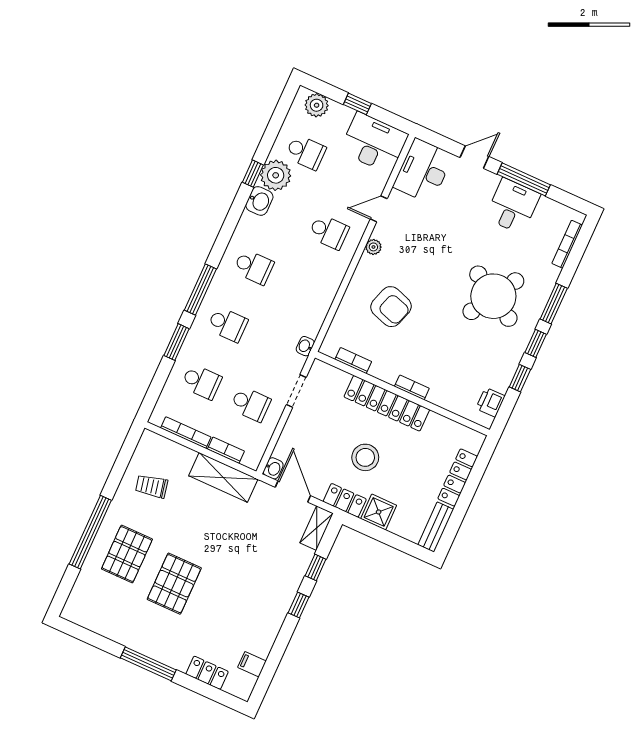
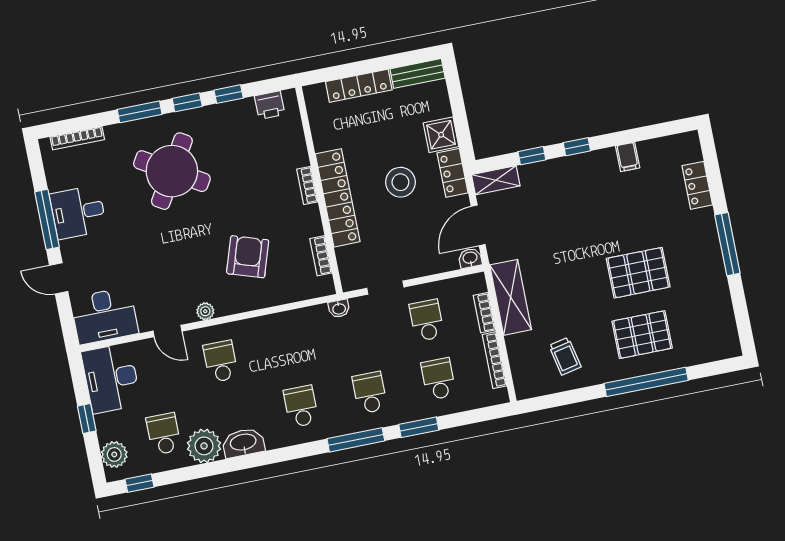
window: (253, 174) -> (140, 483), moved
washbasin: (259, 201) -> (243, 443), width x1.38
filing cabinet: (252, 664) -> (628, 157), moved

